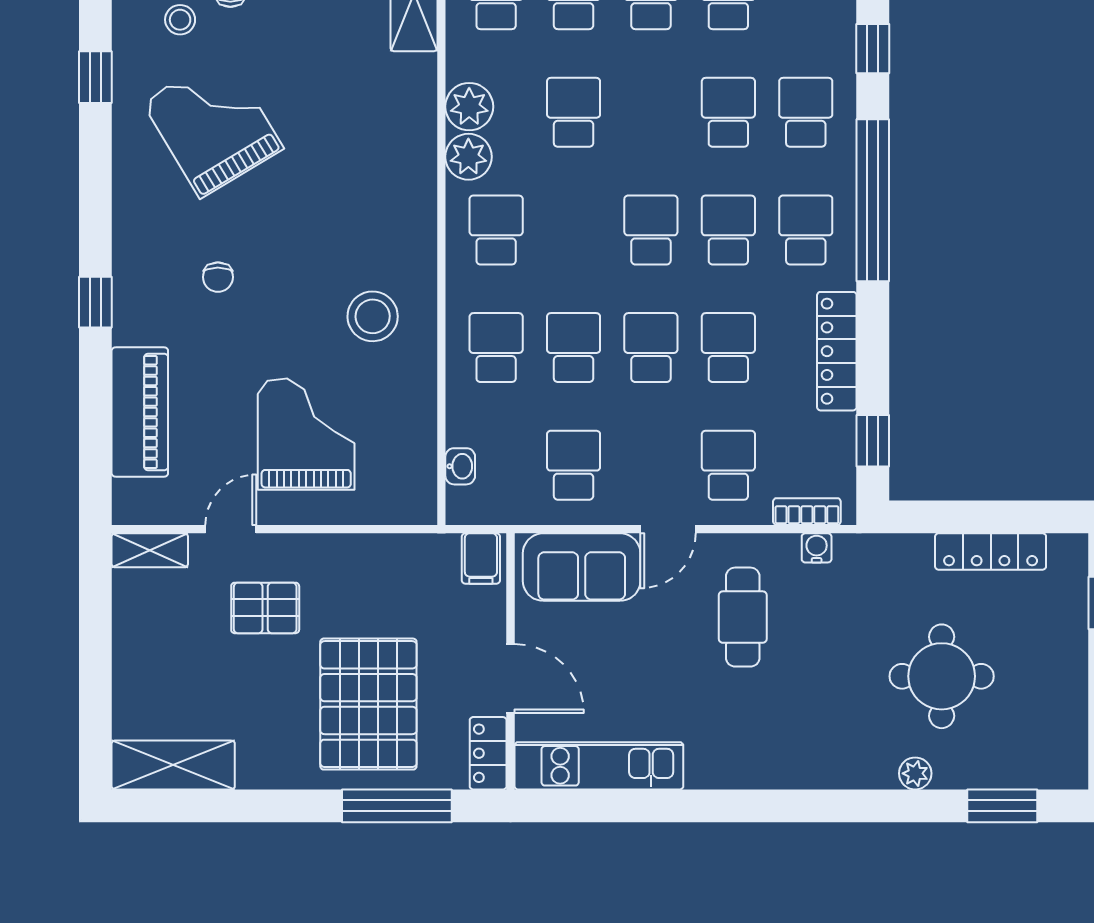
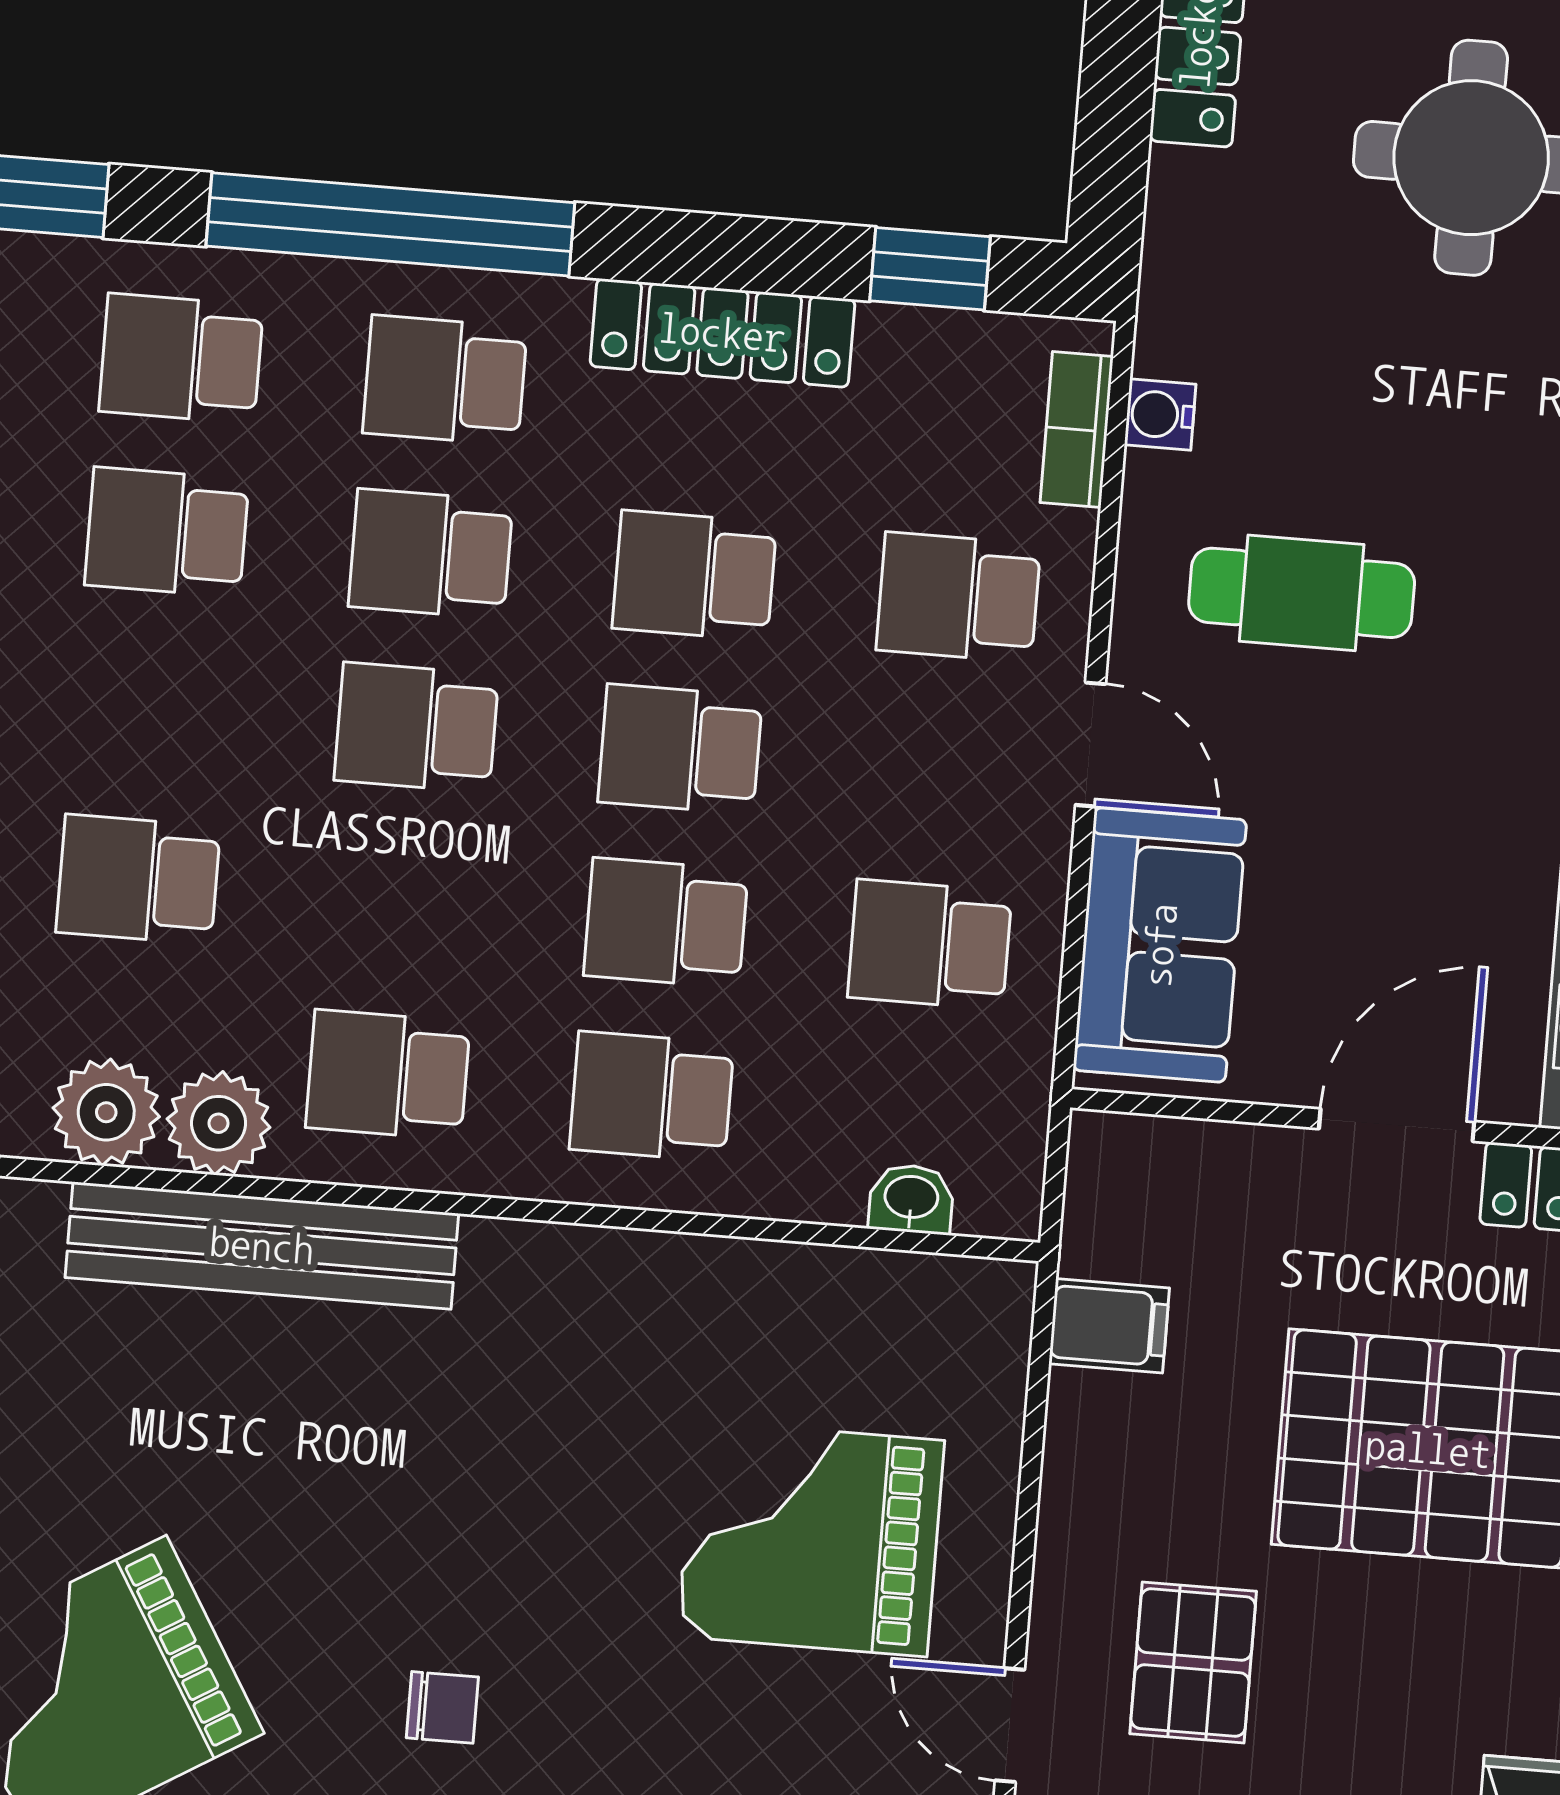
bench: (416, 180) -> (262, 1246), added
stool: (373, 316) -> (559, 1368), removed
filing cabinet: (481, 559) -> (1109, 1326), moved

